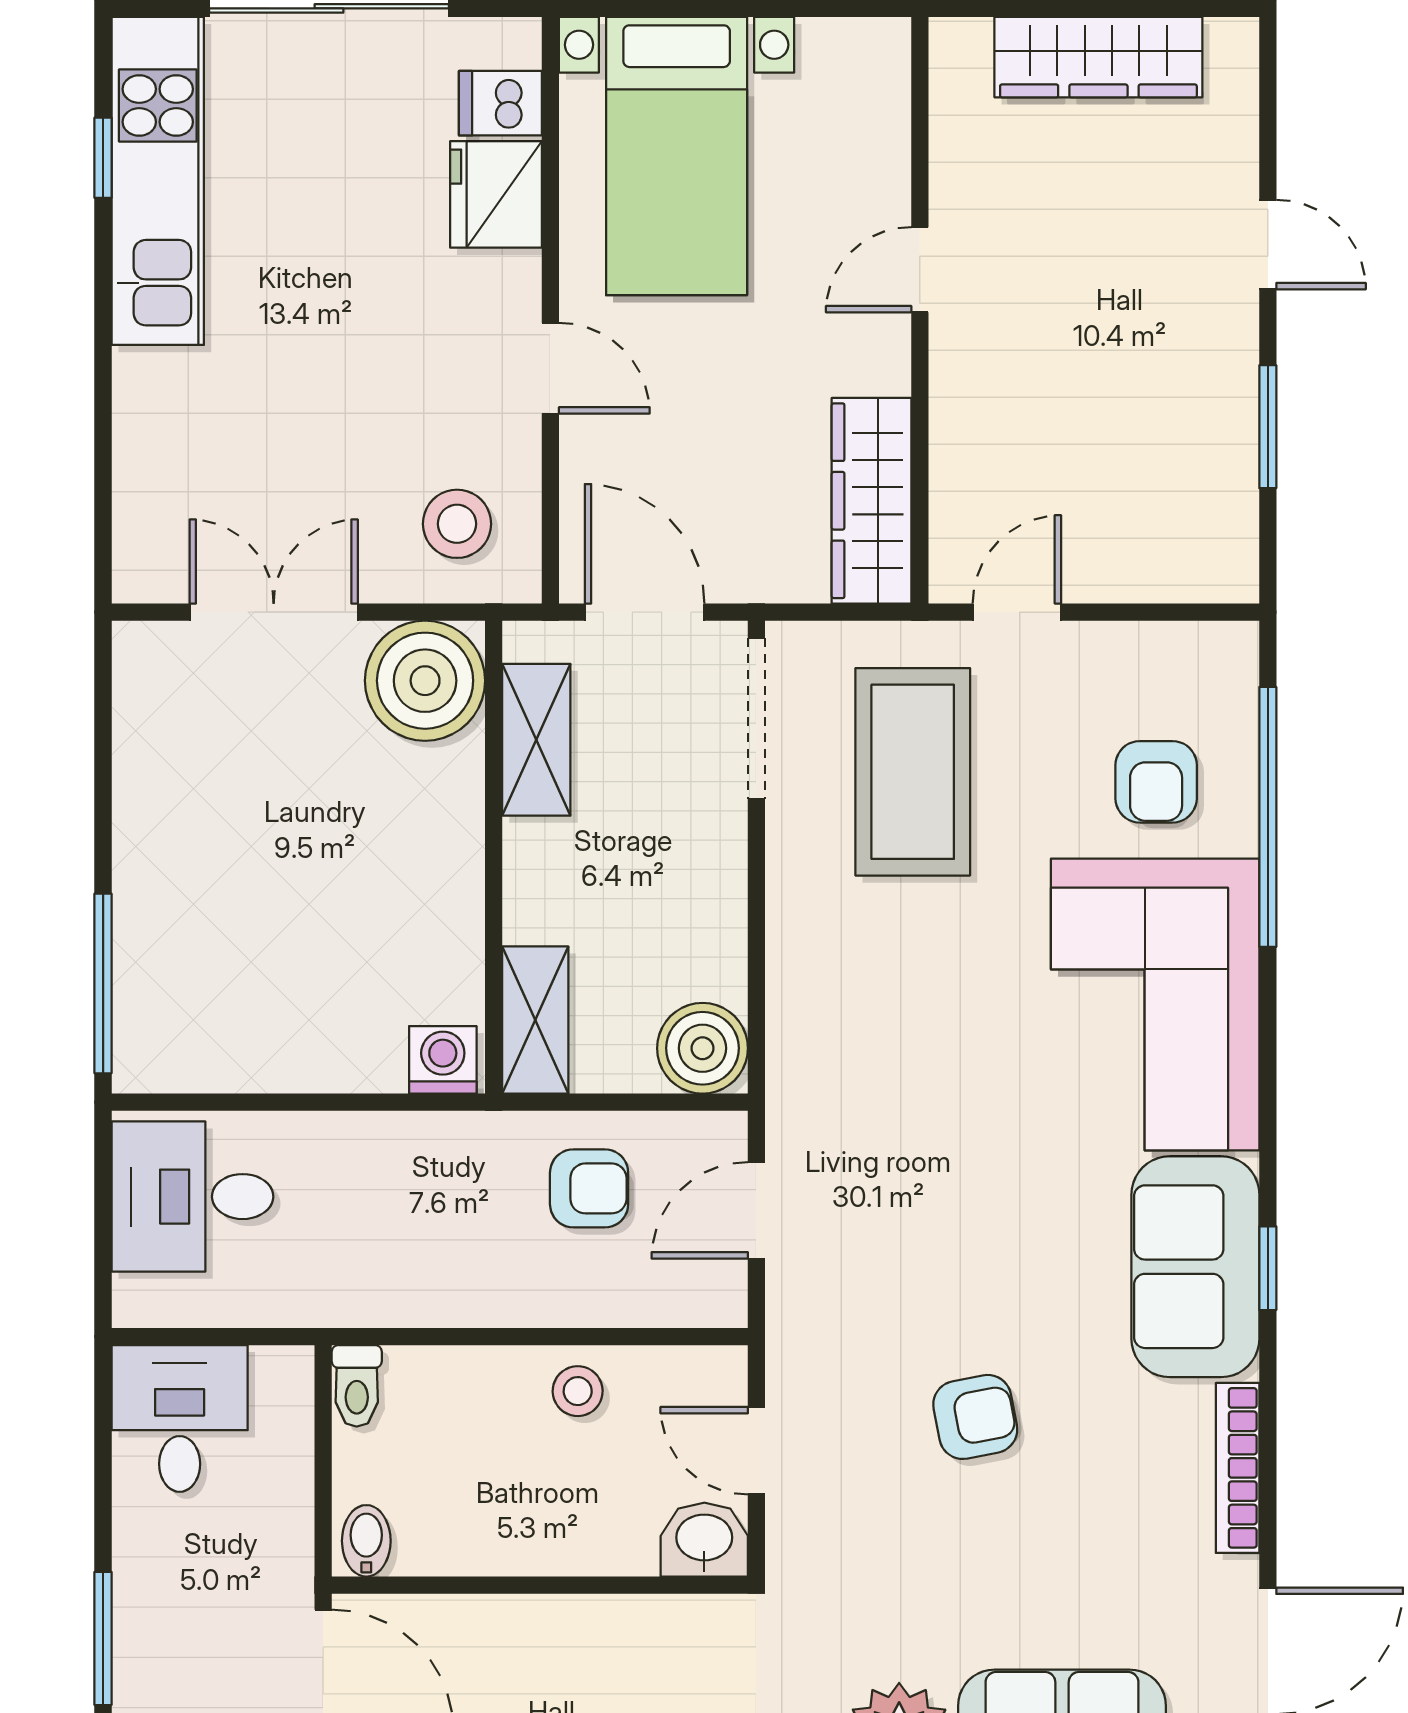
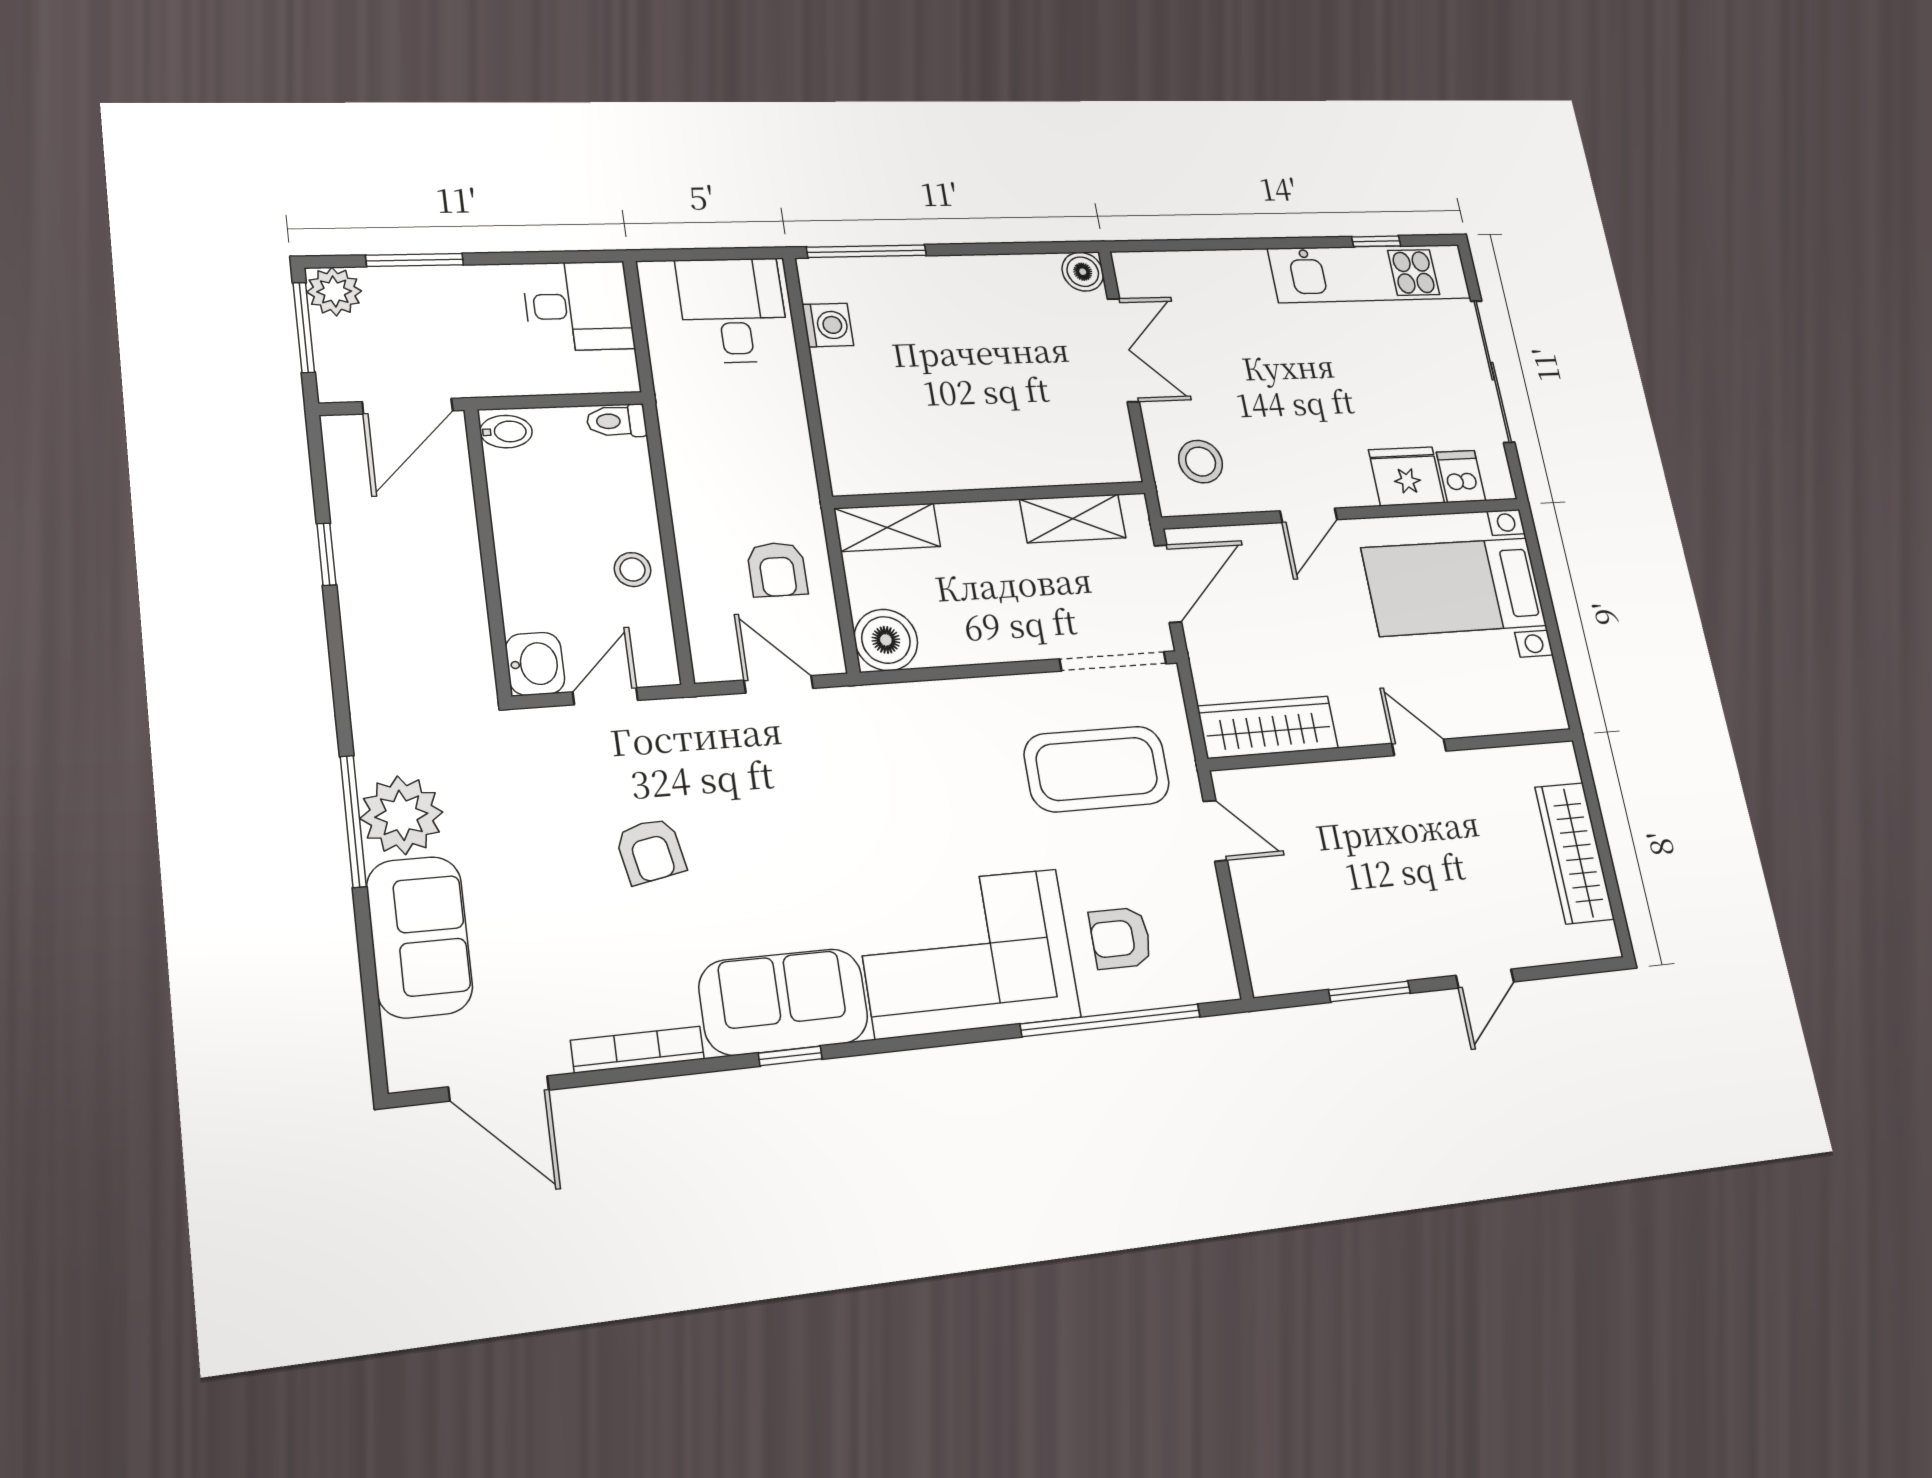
boiler: (425, 681) -> (1083, 272), moved, width x0.54, depth x0.54
washing machine: (443, 1060) -> (828, 325), moved

